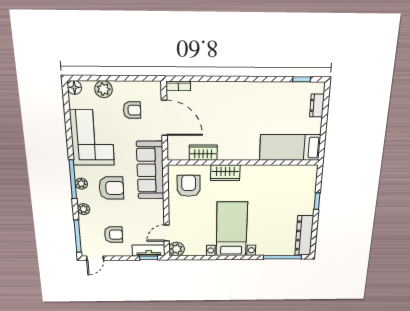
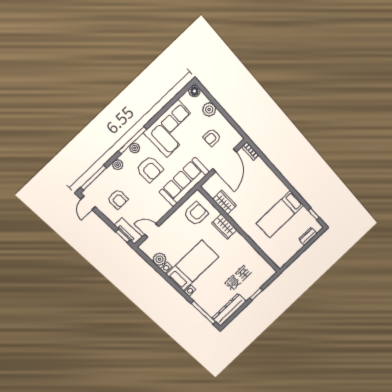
armchair: (132, 110) -> (212, 137), turned 90
bed: (290, 148) -> (280, 214), moved, turned -90
plant: (177, 249) -> (160, 259), moved
door: (95, 258) -> (88, 203), hinge flipped

